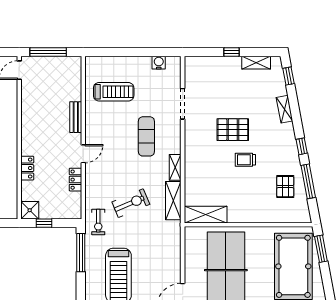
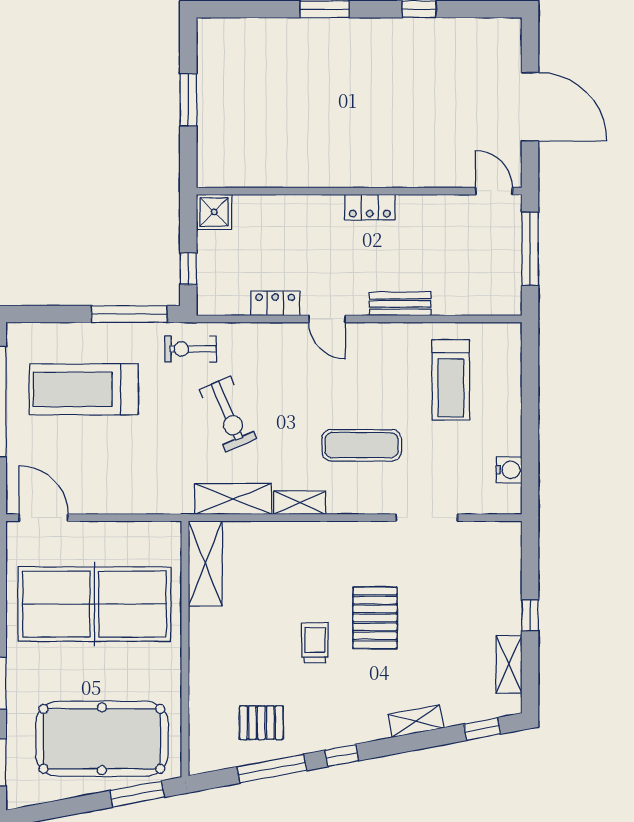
locker: (27, 168) -> (370, 207), moved
window: (44, 223) -> (188, 269), moved

